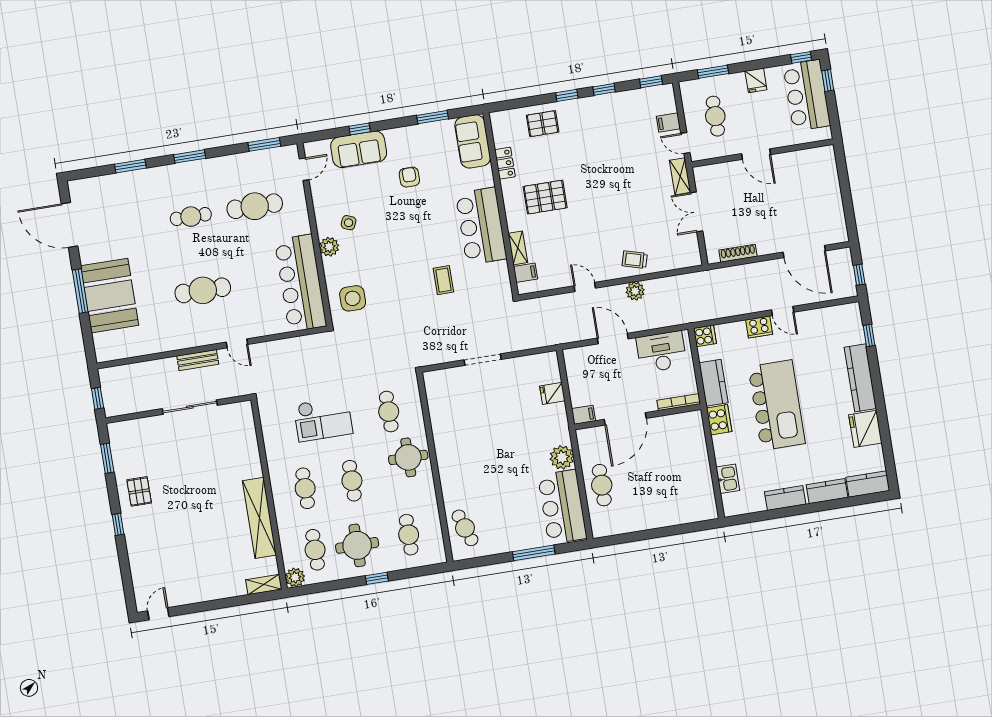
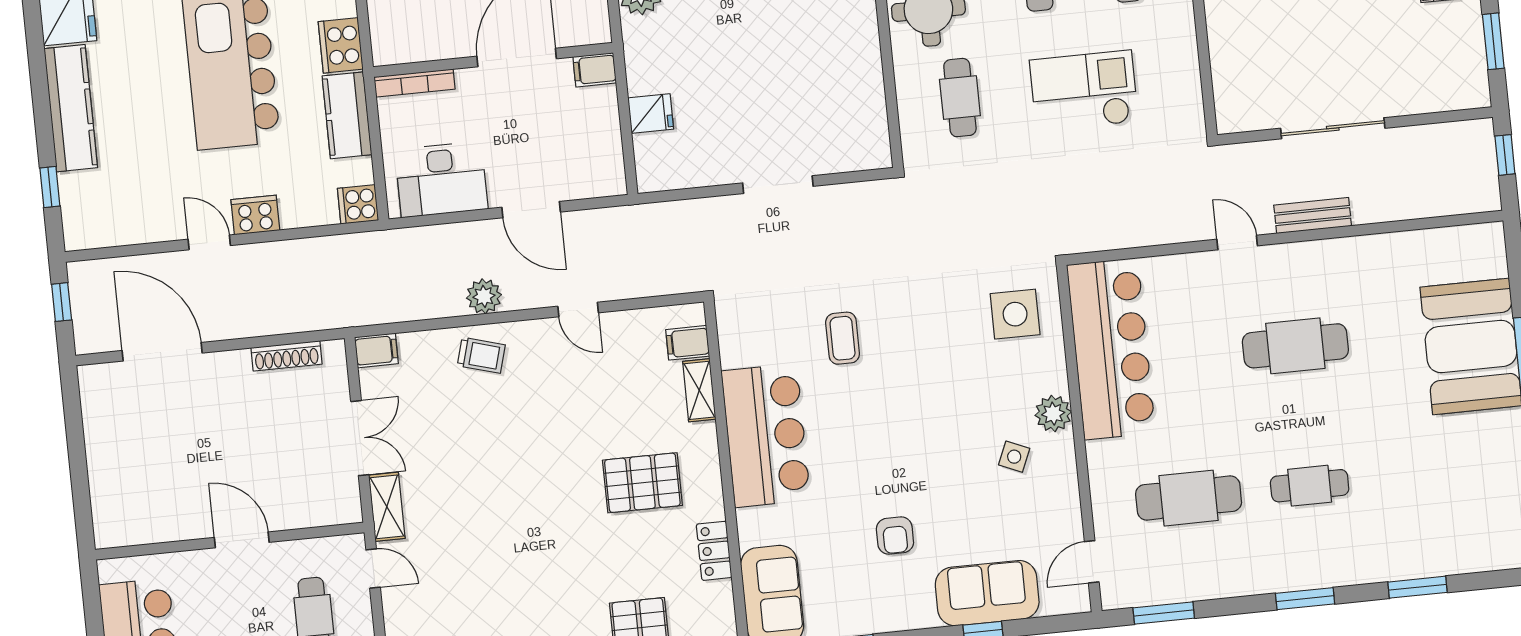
filing cabinet: (668, 123) -> (376, 350), moved

